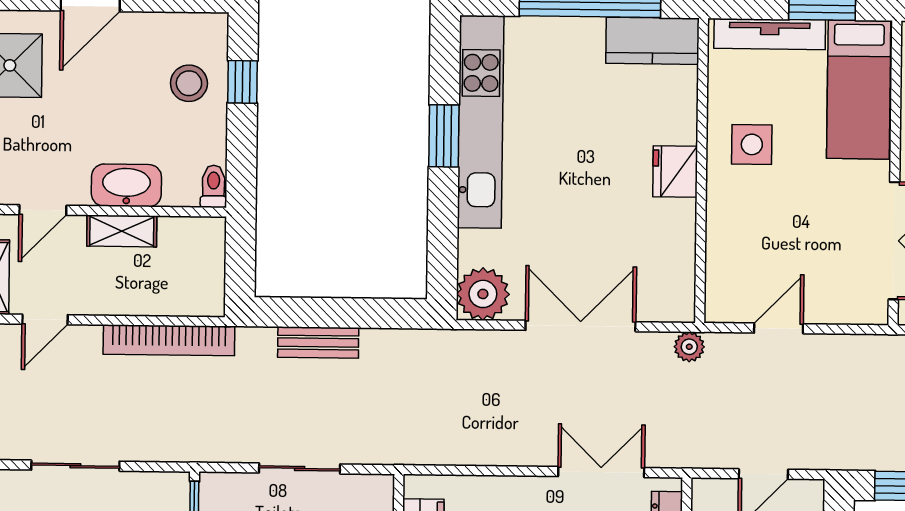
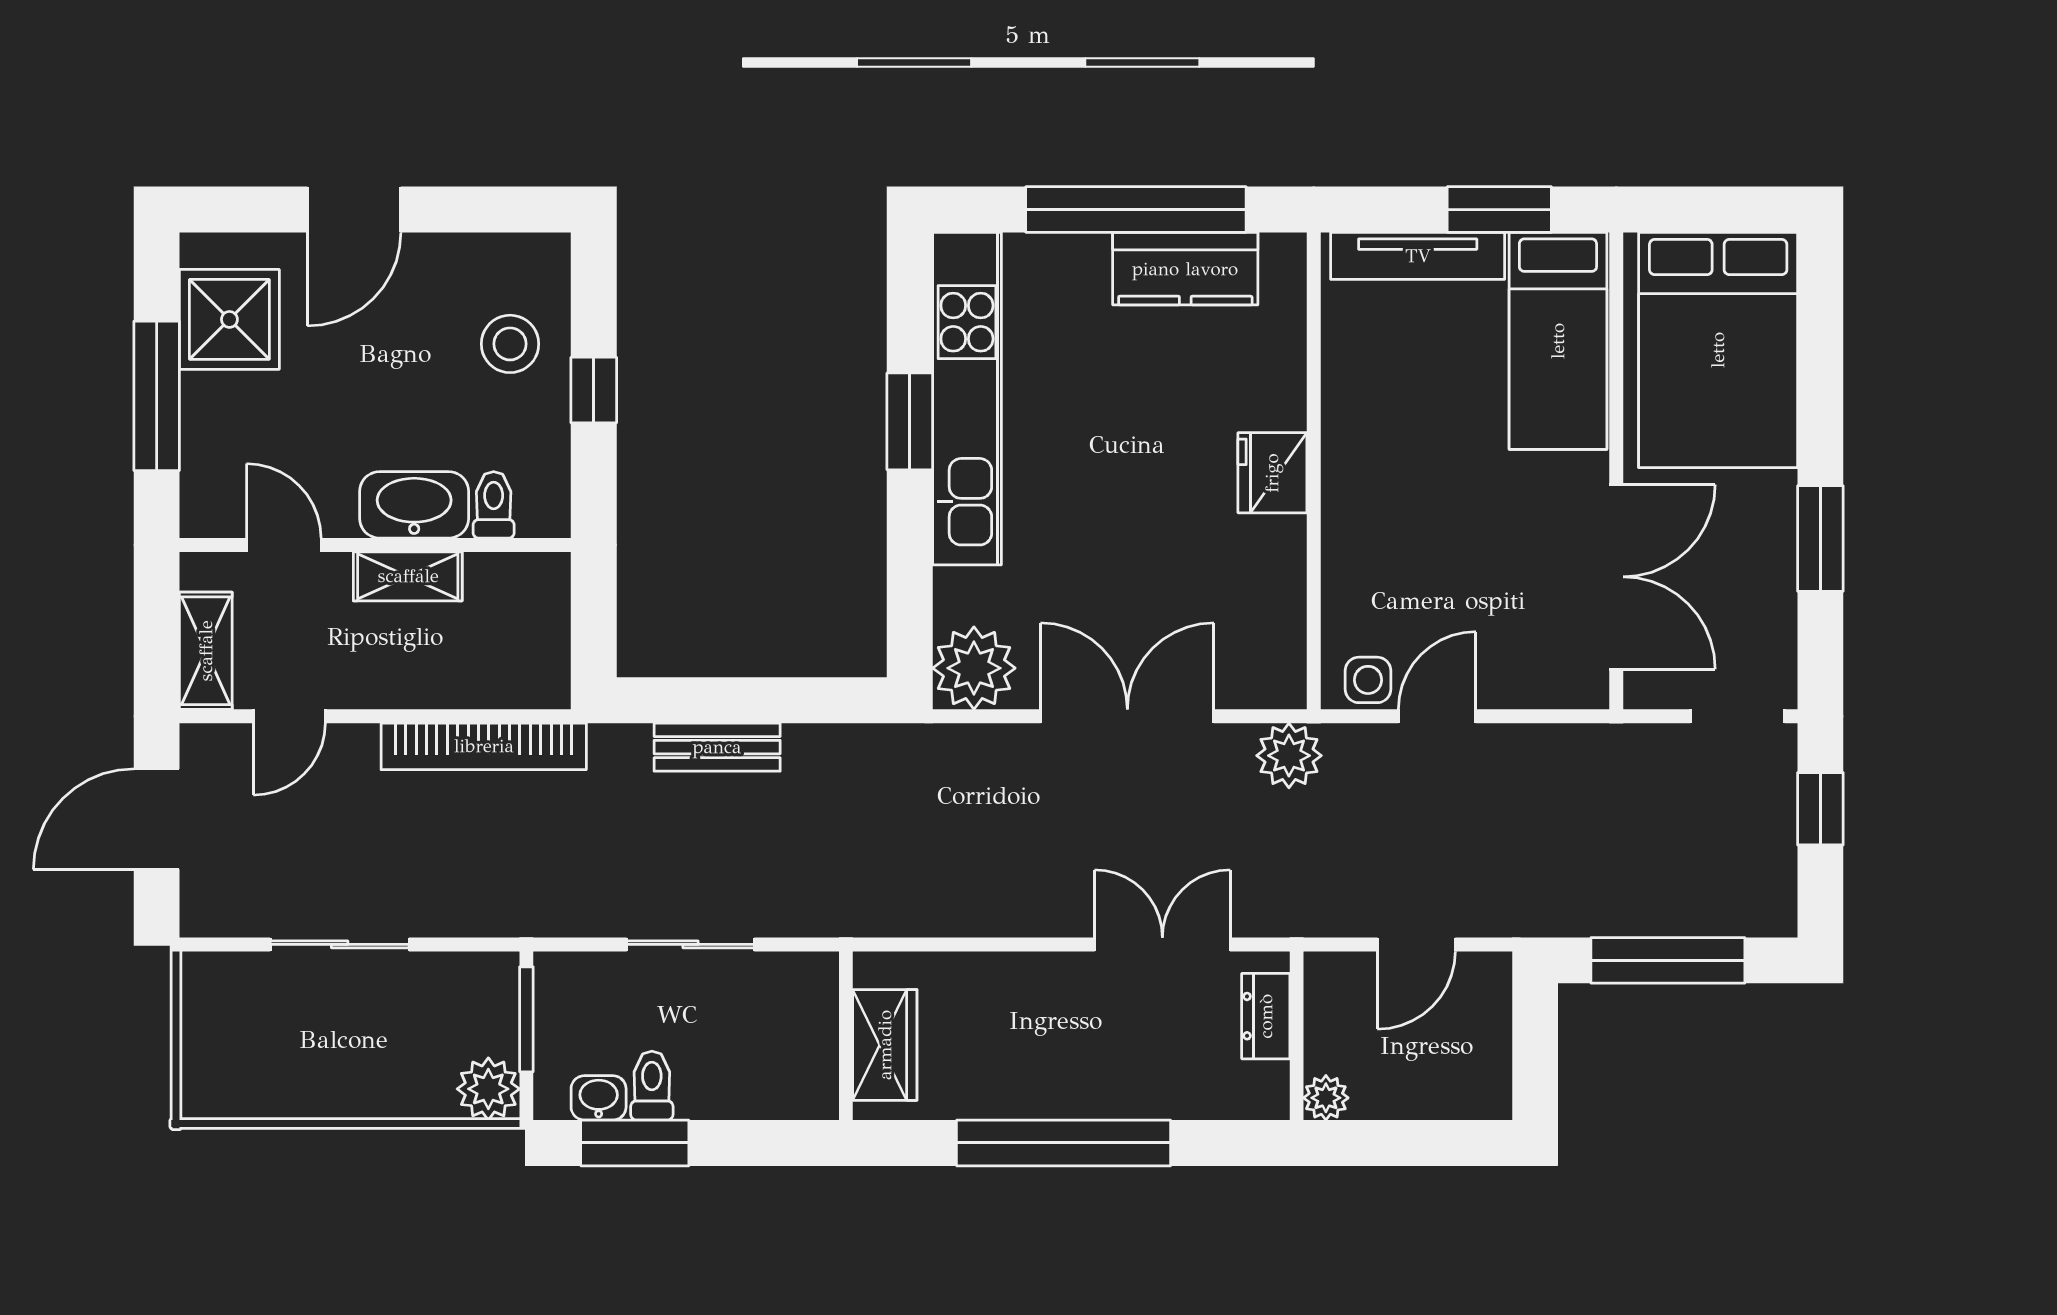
kitchen counter: (652, 41) -> (1185, 269), moved
window: (242, 82) -> (594, 390), moved
side table: (752, 144) -> (1368, 680), moved, width x0.73, depth x0.73
toilet: (214, 186) -> (494, 505), moved
door: (43, 210) -> (284, 545), swing flipped
plant: (689, 347) -> (1289, 756), width x1.38, depth x1.38

